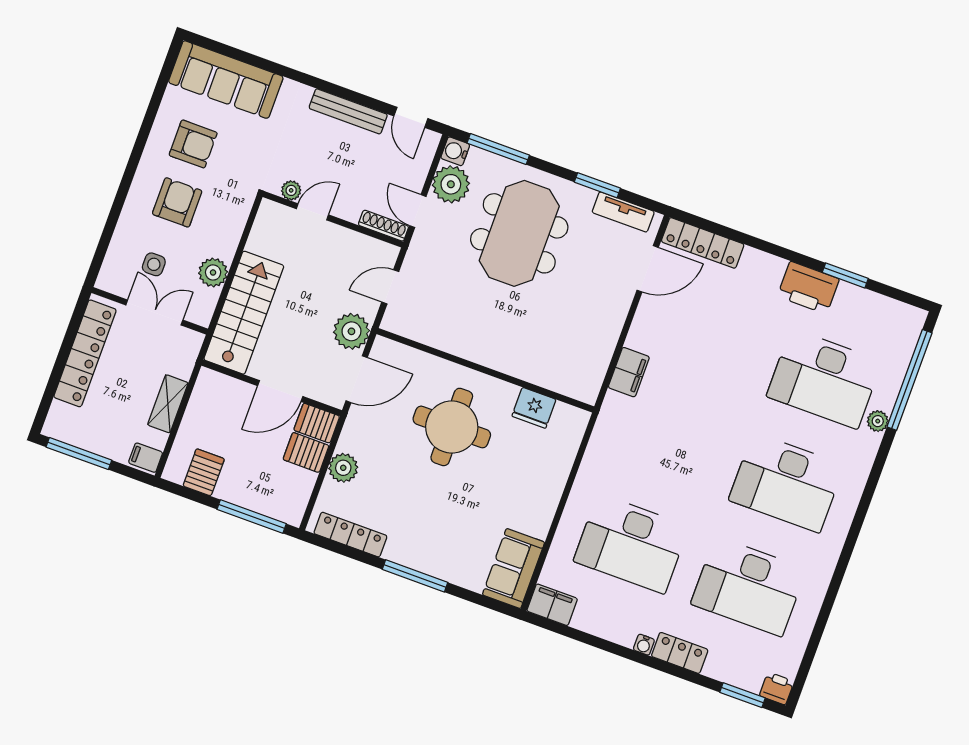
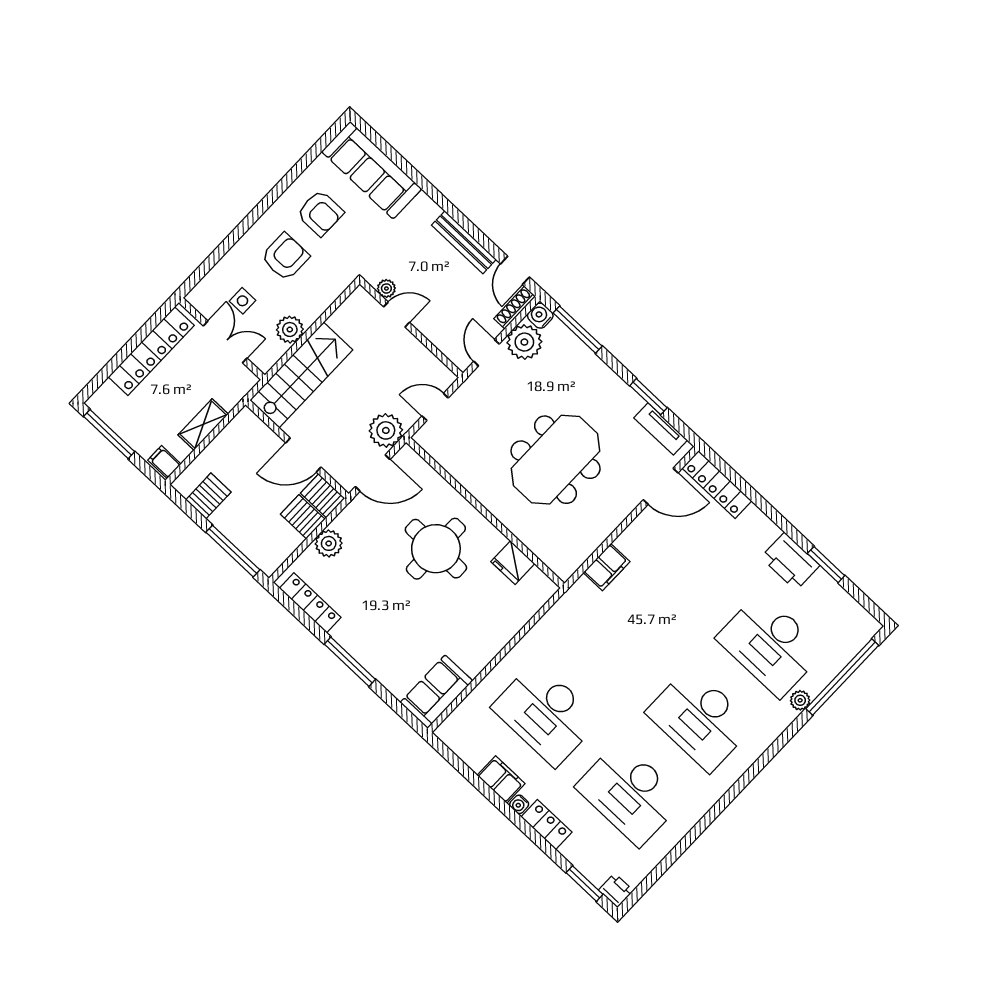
shoe rack: (383, 226) -> (515, 308), moved, turned -90
meeting table: (519, 233) -> (556, 460), moved
filing cabinet: (552, 605) -> (501, 779), moved

